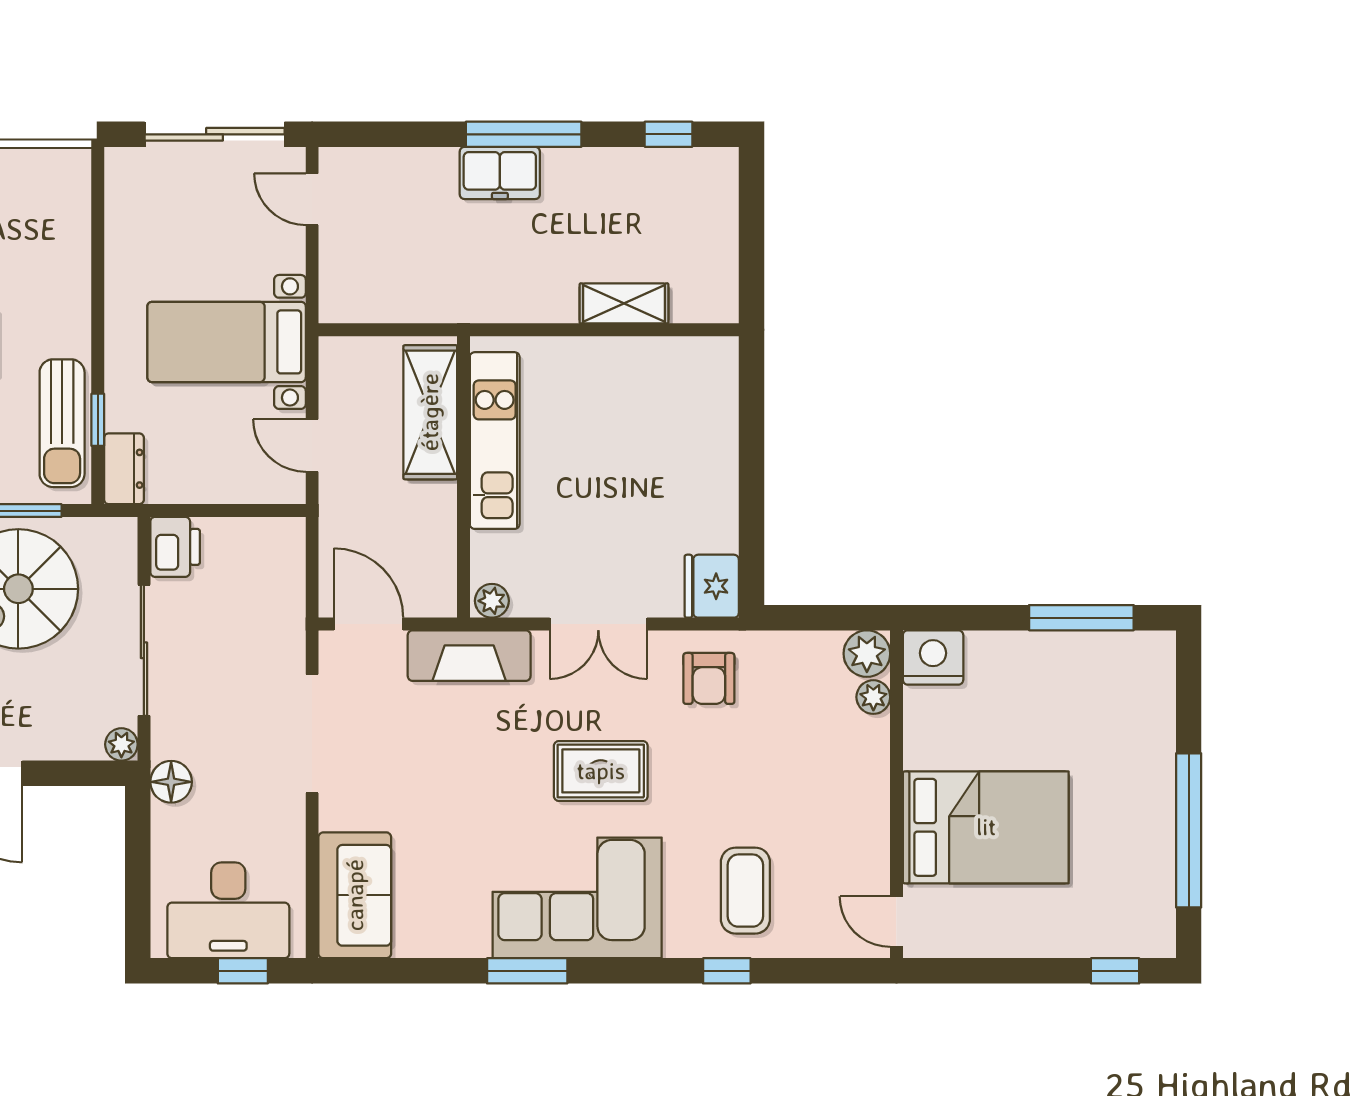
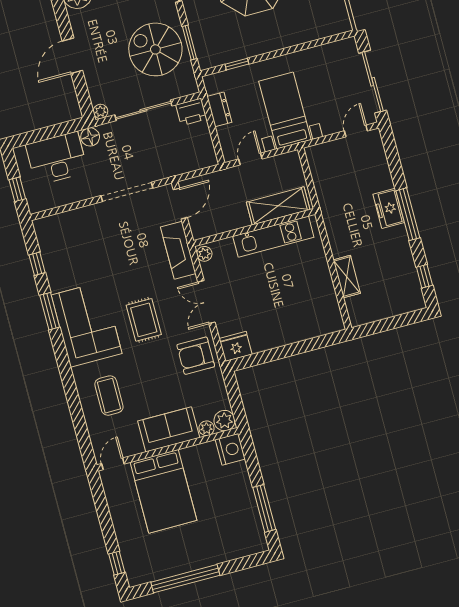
sun lounger: (62, 423) -> (231, 49), removed
dresser: (124, 469) -> (219, 109), moved, turned -90
armchair: (709, 678) -> (196, 356), width x1.38, depth x1.38
coffee table: (745, 891) -> (109, 396), turned 90
sofa: (355, 895) -> (169, 429), moved, turned 180
desk: (228, 910) -> (57, 158), moved, turned 90
window: (727, 971) -> (37, 264), moved

